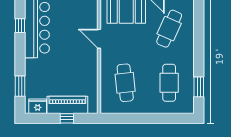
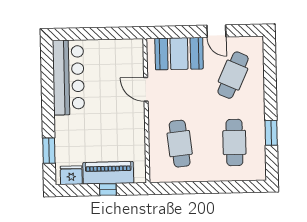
window: (20, 26) -> (47, 75), removed
window: (199, 87) -> (271, 133), moved

